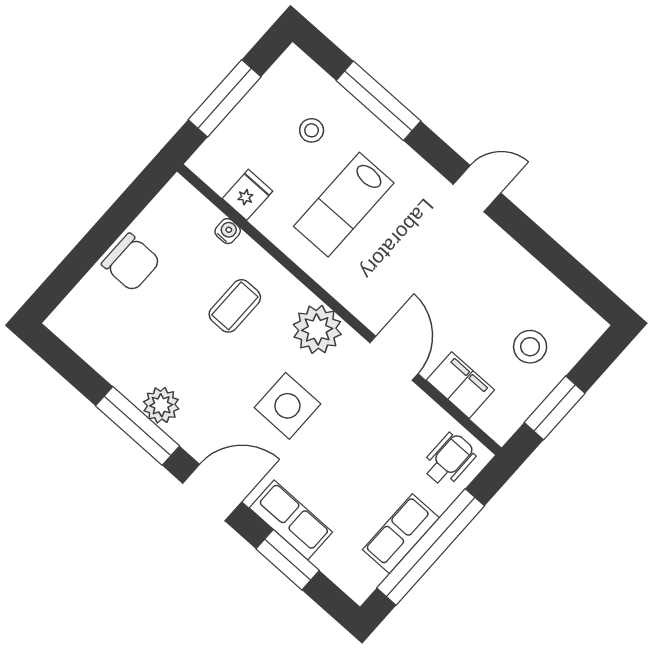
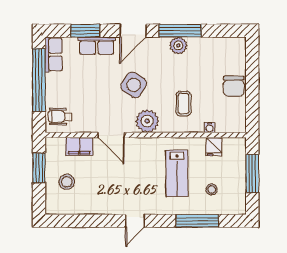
lab bench: (344, 205) -> (177, 173), turned 180
chair: (131, 262) -> (234, 86), turned -90
side table: (287, 406) -> (134, 85), turned 33
wheelchair: (449, 460) -> (60, 117), turned 90
row of seats: (401, 534) -> (54, 55), moved

